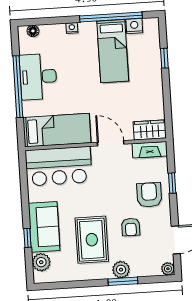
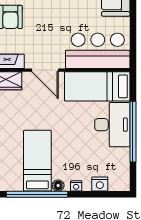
nightstand: (134, 26) -> (100, 184), moved
floor lamp: (33, 31) -> (58, 185), moved
desk: (38, 77) -> (112, 125), moved

